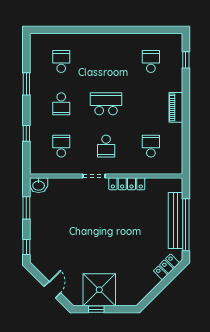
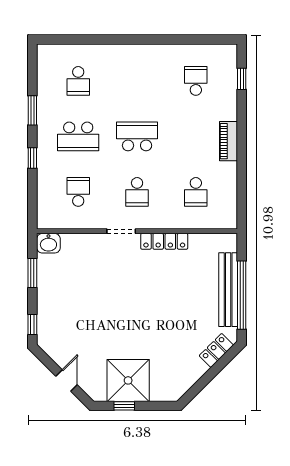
school desk: (61, 61) -> (78, 81), turned 180
school desk: (61, 104) -> (78, 136), width x1.85
window: (26, 133) -> (32, 158), moved
school desk: (151, 146) -> (196, 192), turned 180

